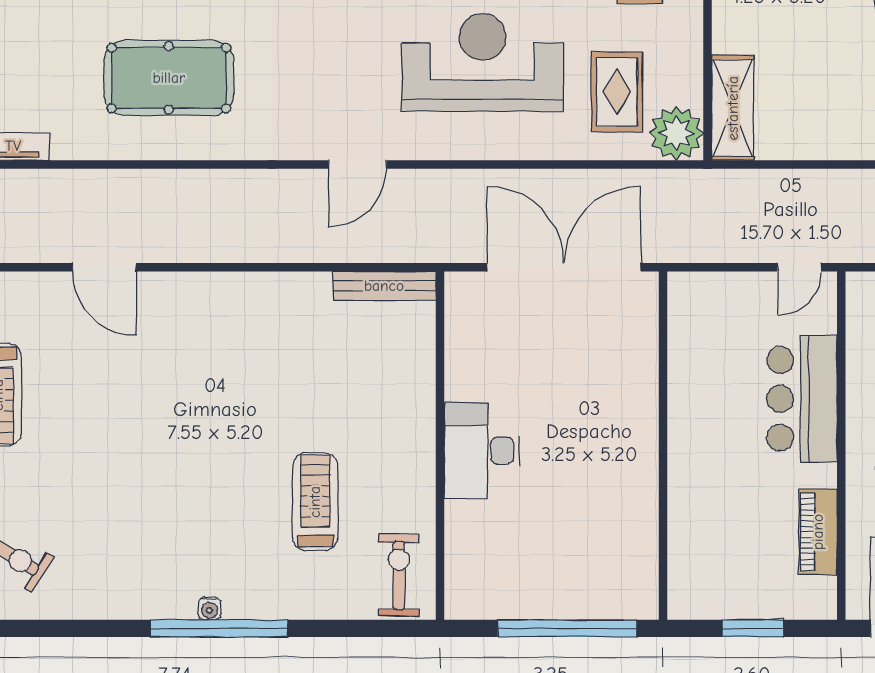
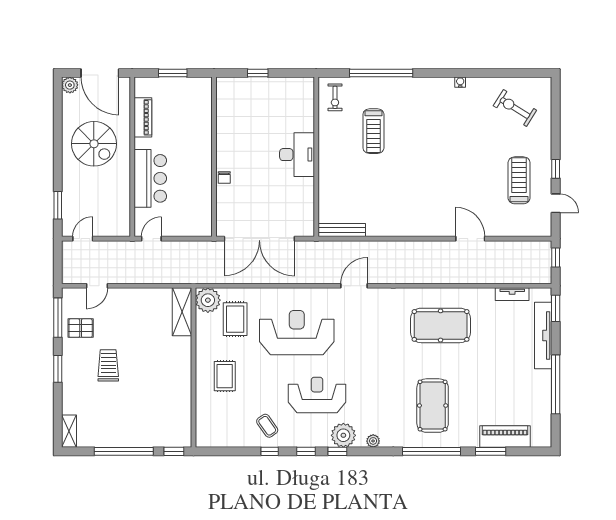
reception desk: (482, 62) -> (297, 333), turned 180
chair: (641, 401) -> (224, 177), added
exercise bike: (399, 575) -> (335, 97), width x0.73, depth x0.72
water cooler: (209, 608) -> (460, 82), moved
window: (219, 628) -> (381, 73), moved
window: (567, 628) -> (258, 73), width x0.32

